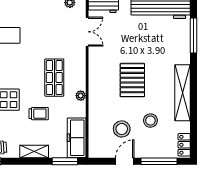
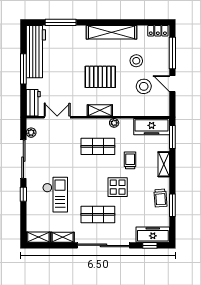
shelving: (95, 80) -> (100, 110), added

